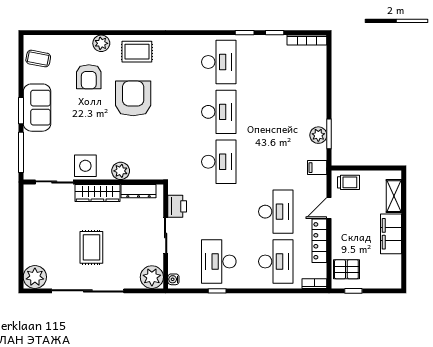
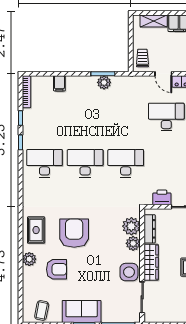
armchair: (133, 98) -> (74, 233), turned 90
filing cabinet: (317, 168) -> (59, 83), moved
plant: (142, 169) -> (131, 226), added

